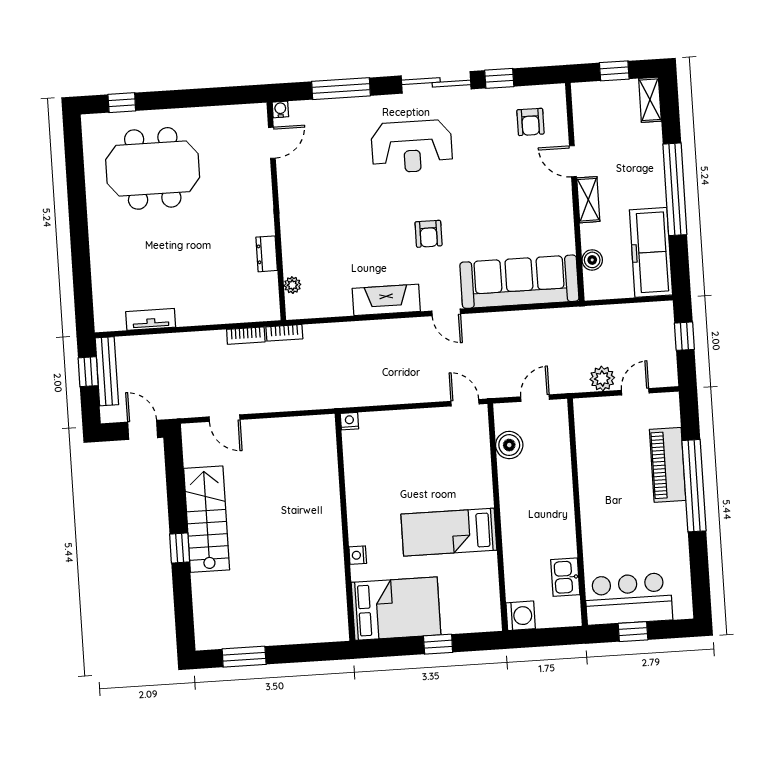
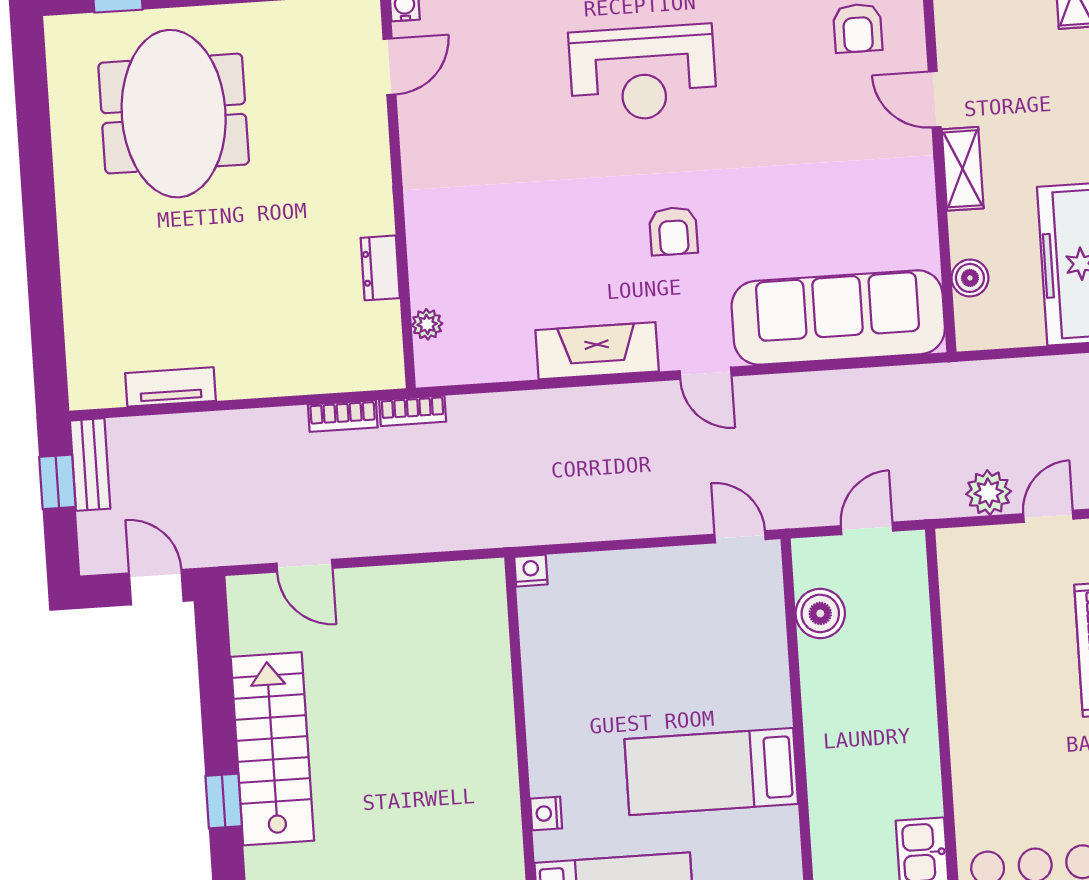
meeting table: (153, 168) -> (174, 114), turned 90
bench: (107, 371) -> (90, 465), width x0.73

